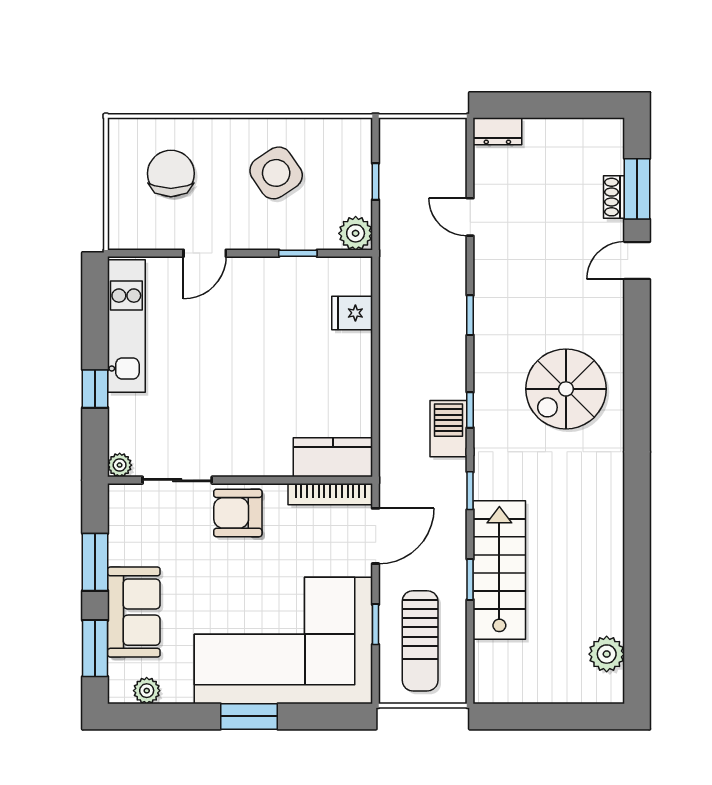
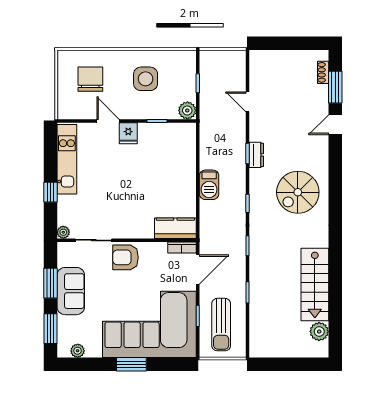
dresser: (497, 131) -> (256, 155), moved, turned -90
side table: (276, 173) -> (146, 79), turned 34
shoe rack: (614, 197) -> (323, 72), moved
door: (205, 253) -> (108, 121), swing flipped
fridge: (352, 313) -> (128, 133), moved, turned -90
barbecue: (449, 429) -> (209, 185), moved, turned 180
bookcase: (330, 494) -> (182, 247), width x0.64
stairs: (499, 570) -> (315, 284), moved, turned 180
sofa: (134, 612) -> (71, 291), moved

